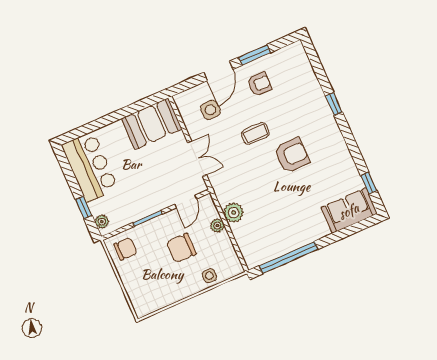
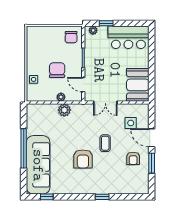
sofa: (349, 211) -> (38, 165), width x1.85, depth x1.27
window: (289, 258) -> (24, 148), moved

